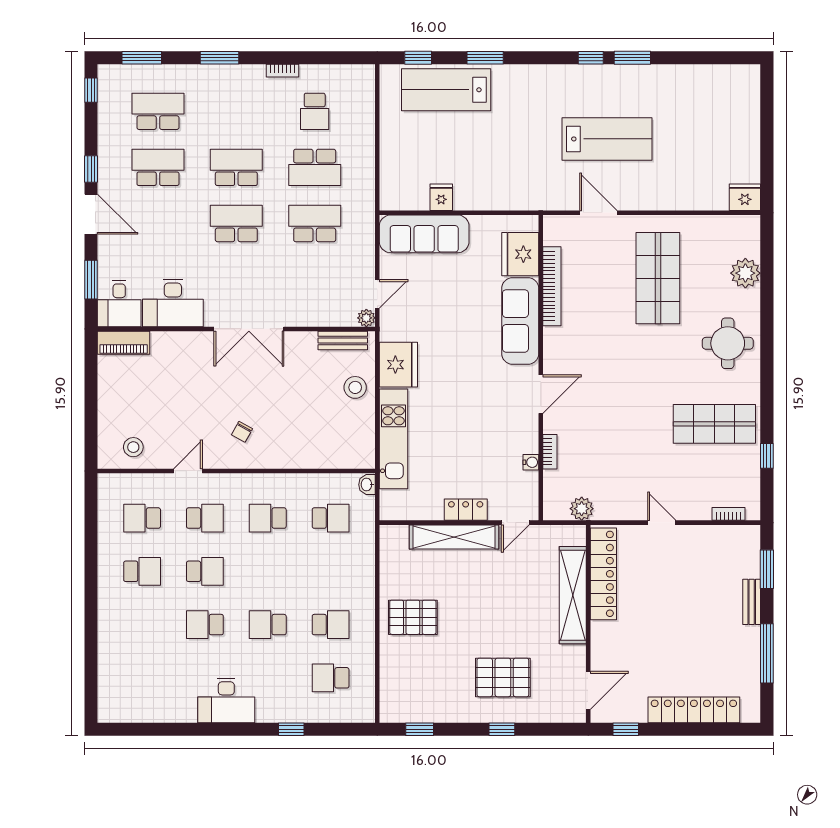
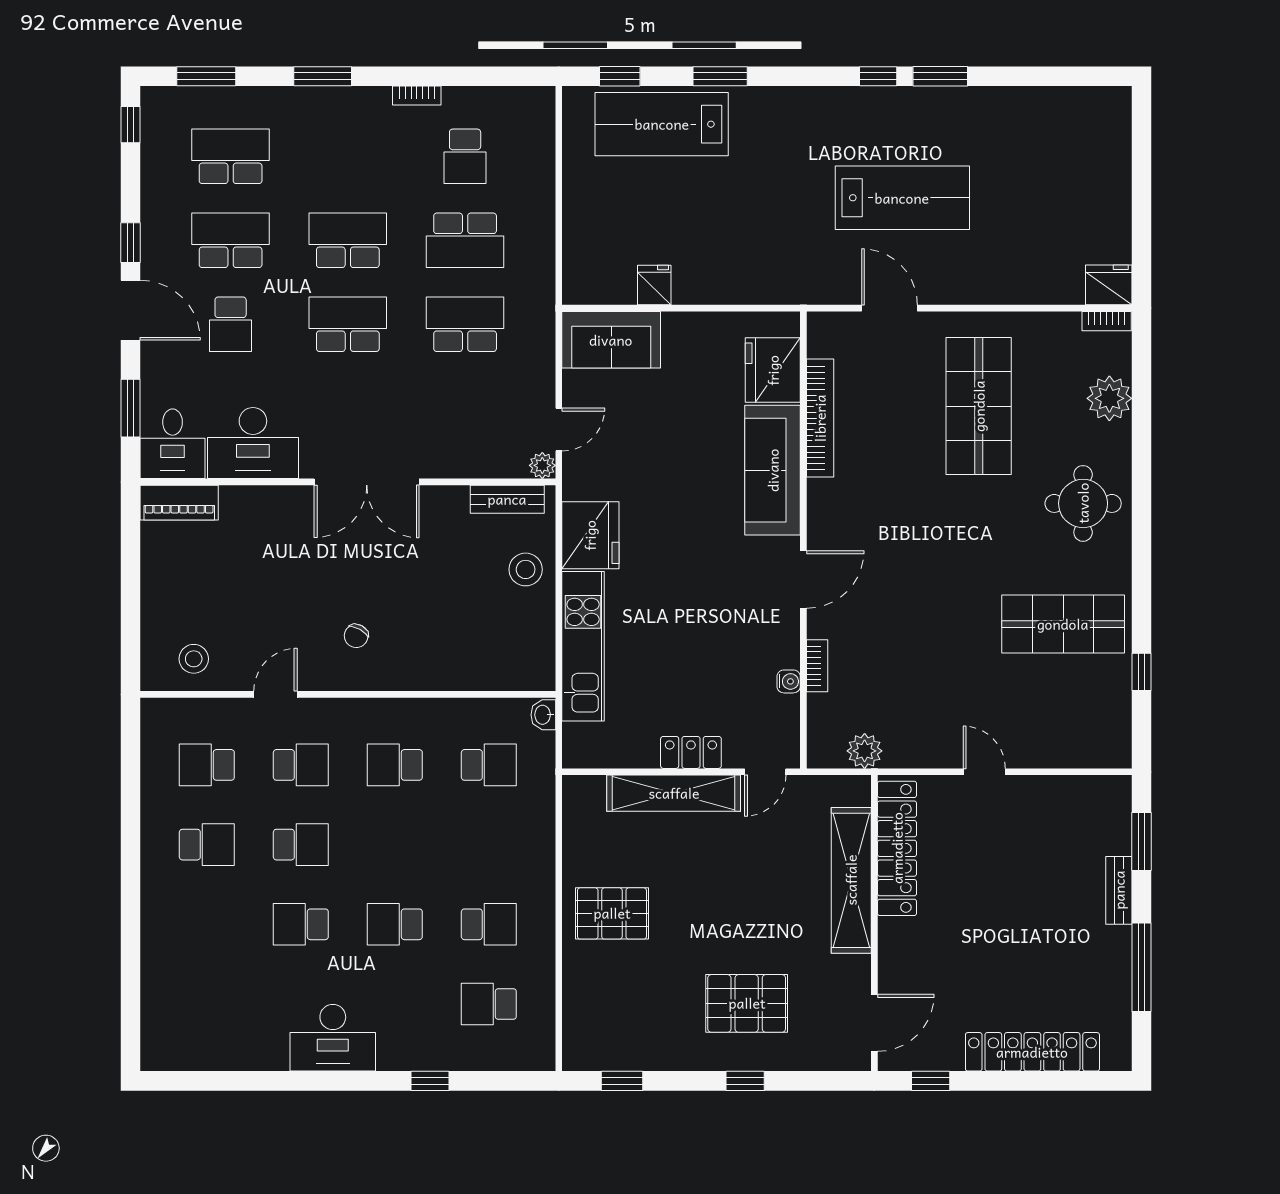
school desk: (158, 224) -> (231, 324), added
sofa: (424, 234) -> (611, 340), width x0.73
bookcase: (729, 514) -> (1107, 321), moved, turned 180

